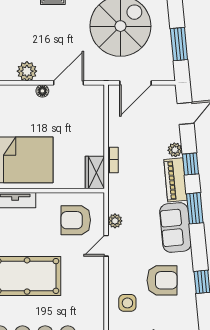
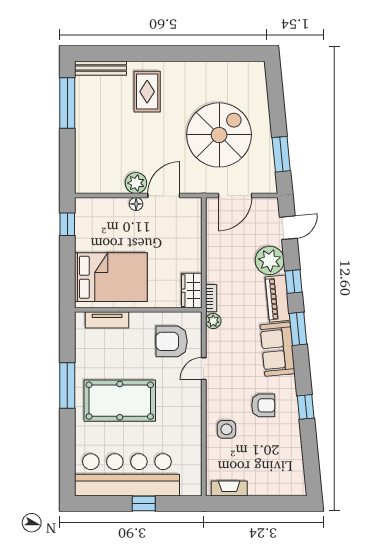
plant: (27, 71) -> (136, 183), moved
plant: (175, 150) -> (270, 260), width x1.88, depth x1.88
bookcase: (113, 160) -> (211, 298), moved
plant: (115, 221) -> (213, 321), moved
armchair: (162, 280) -> (263, 405), width x0.72, depth x0.72

